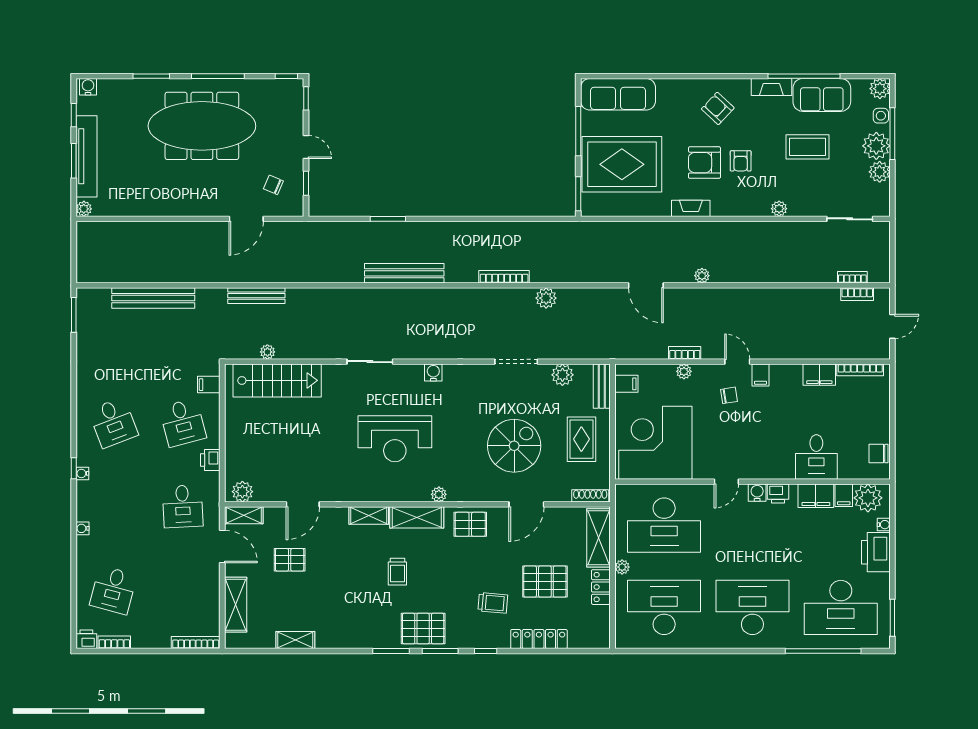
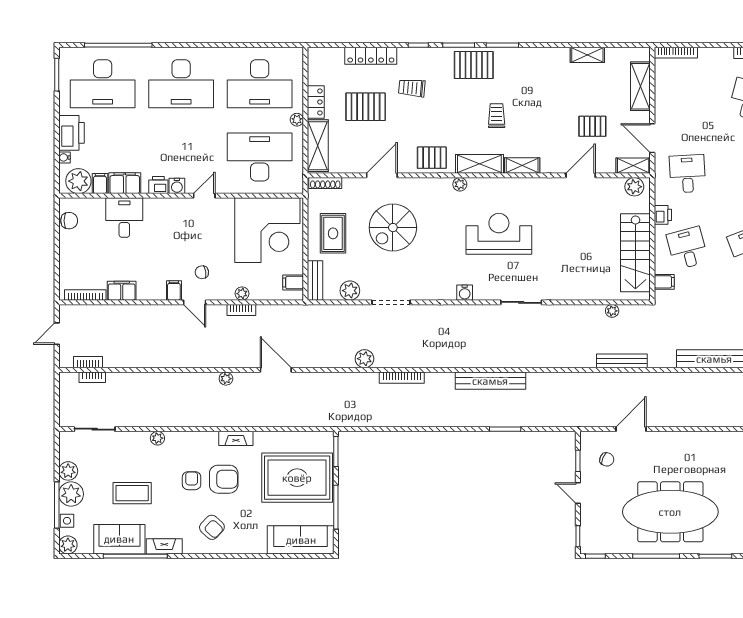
stairs: (277, 380) -> (635, 253), moved, turned -90
desk: (841, 607) -> (103, 84), turned 180

